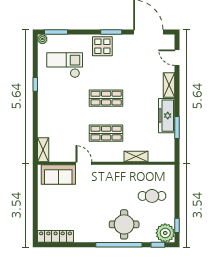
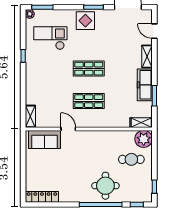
shelving: (136, 156) -> (141, 123), moved
plant: (165, 233) -> (144, 139), moved

